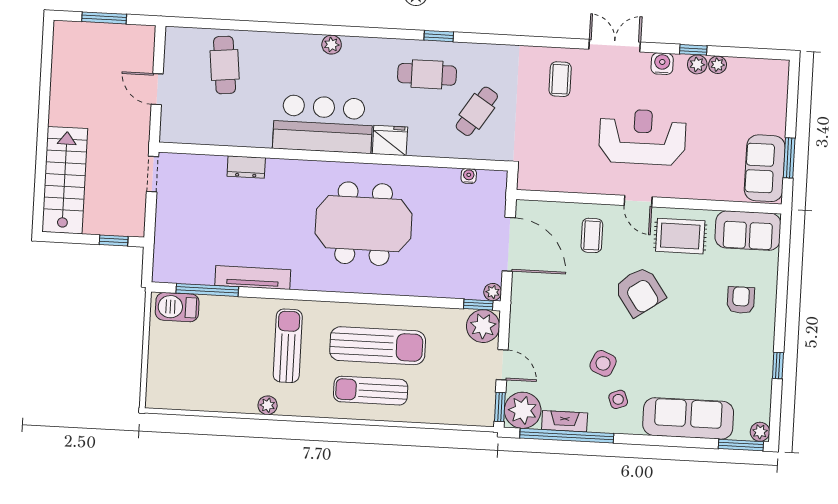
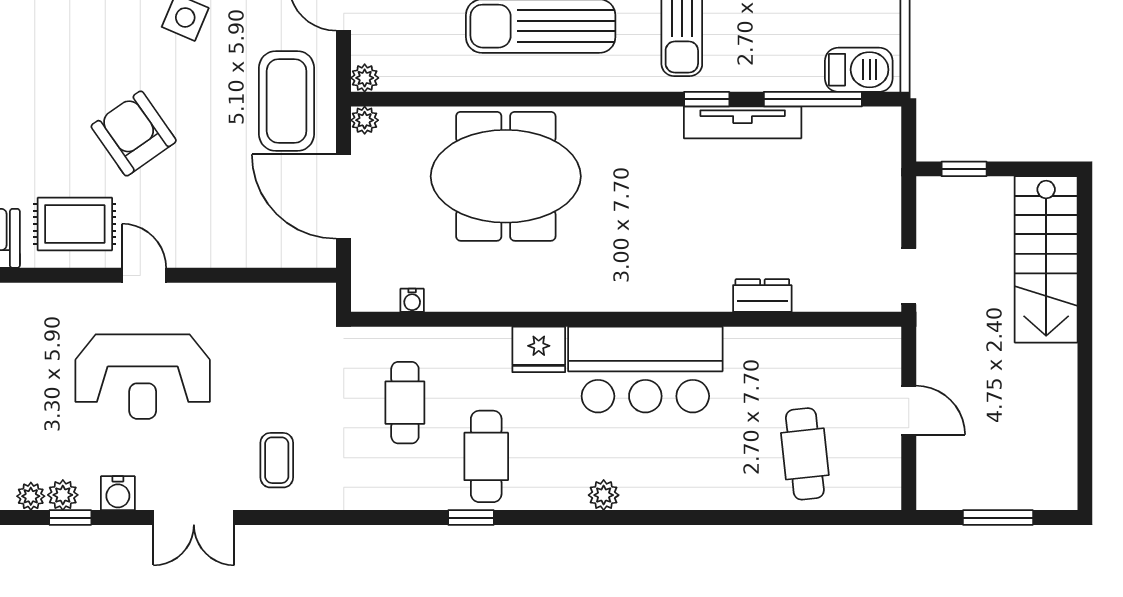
plant: (332, 45) -> (604, 495), moved
cafe table: (427, 74) -> (486, 456), turned 90
cafe table: (477, 111) -> (405, 403), turned -33
meeting table: (364, 224) -> (506, 176), moved
coffee table: (592, 235) -> (287, 101), moved, width x1.86, depth x1.72
window: (478, 305) -> (707, 99), moved
plant: (483, 326) -> (365, 78), width x0.53, depth x0.53

